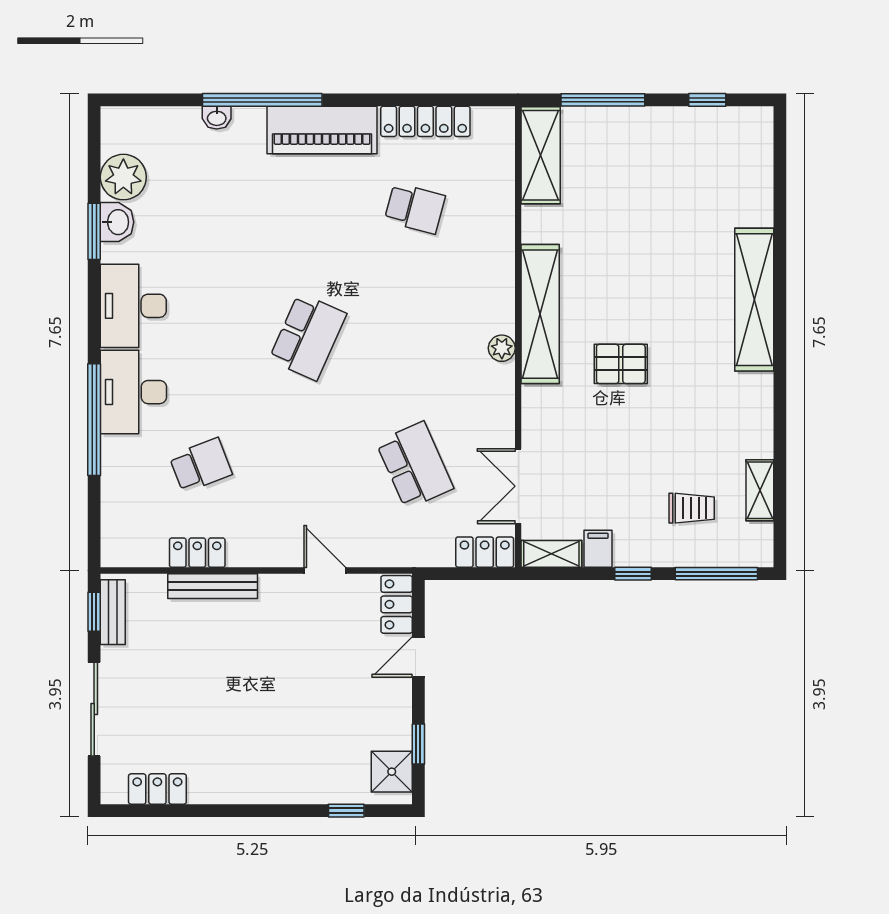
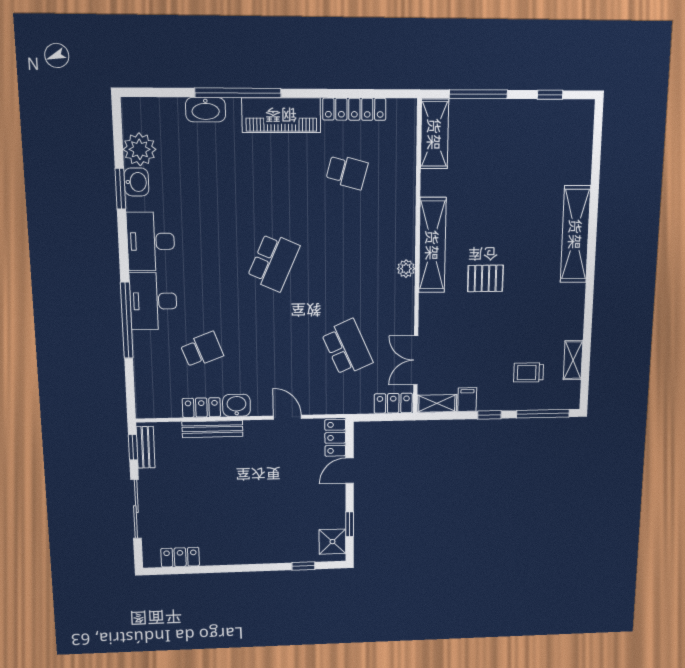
washbasin: (217, 118) -> (206, 110), width x1.91, depth x1.45
trolley: (692, 508) -> (529, 372), turned 180
washbasin: (249, 550) -> (237, 405), added

